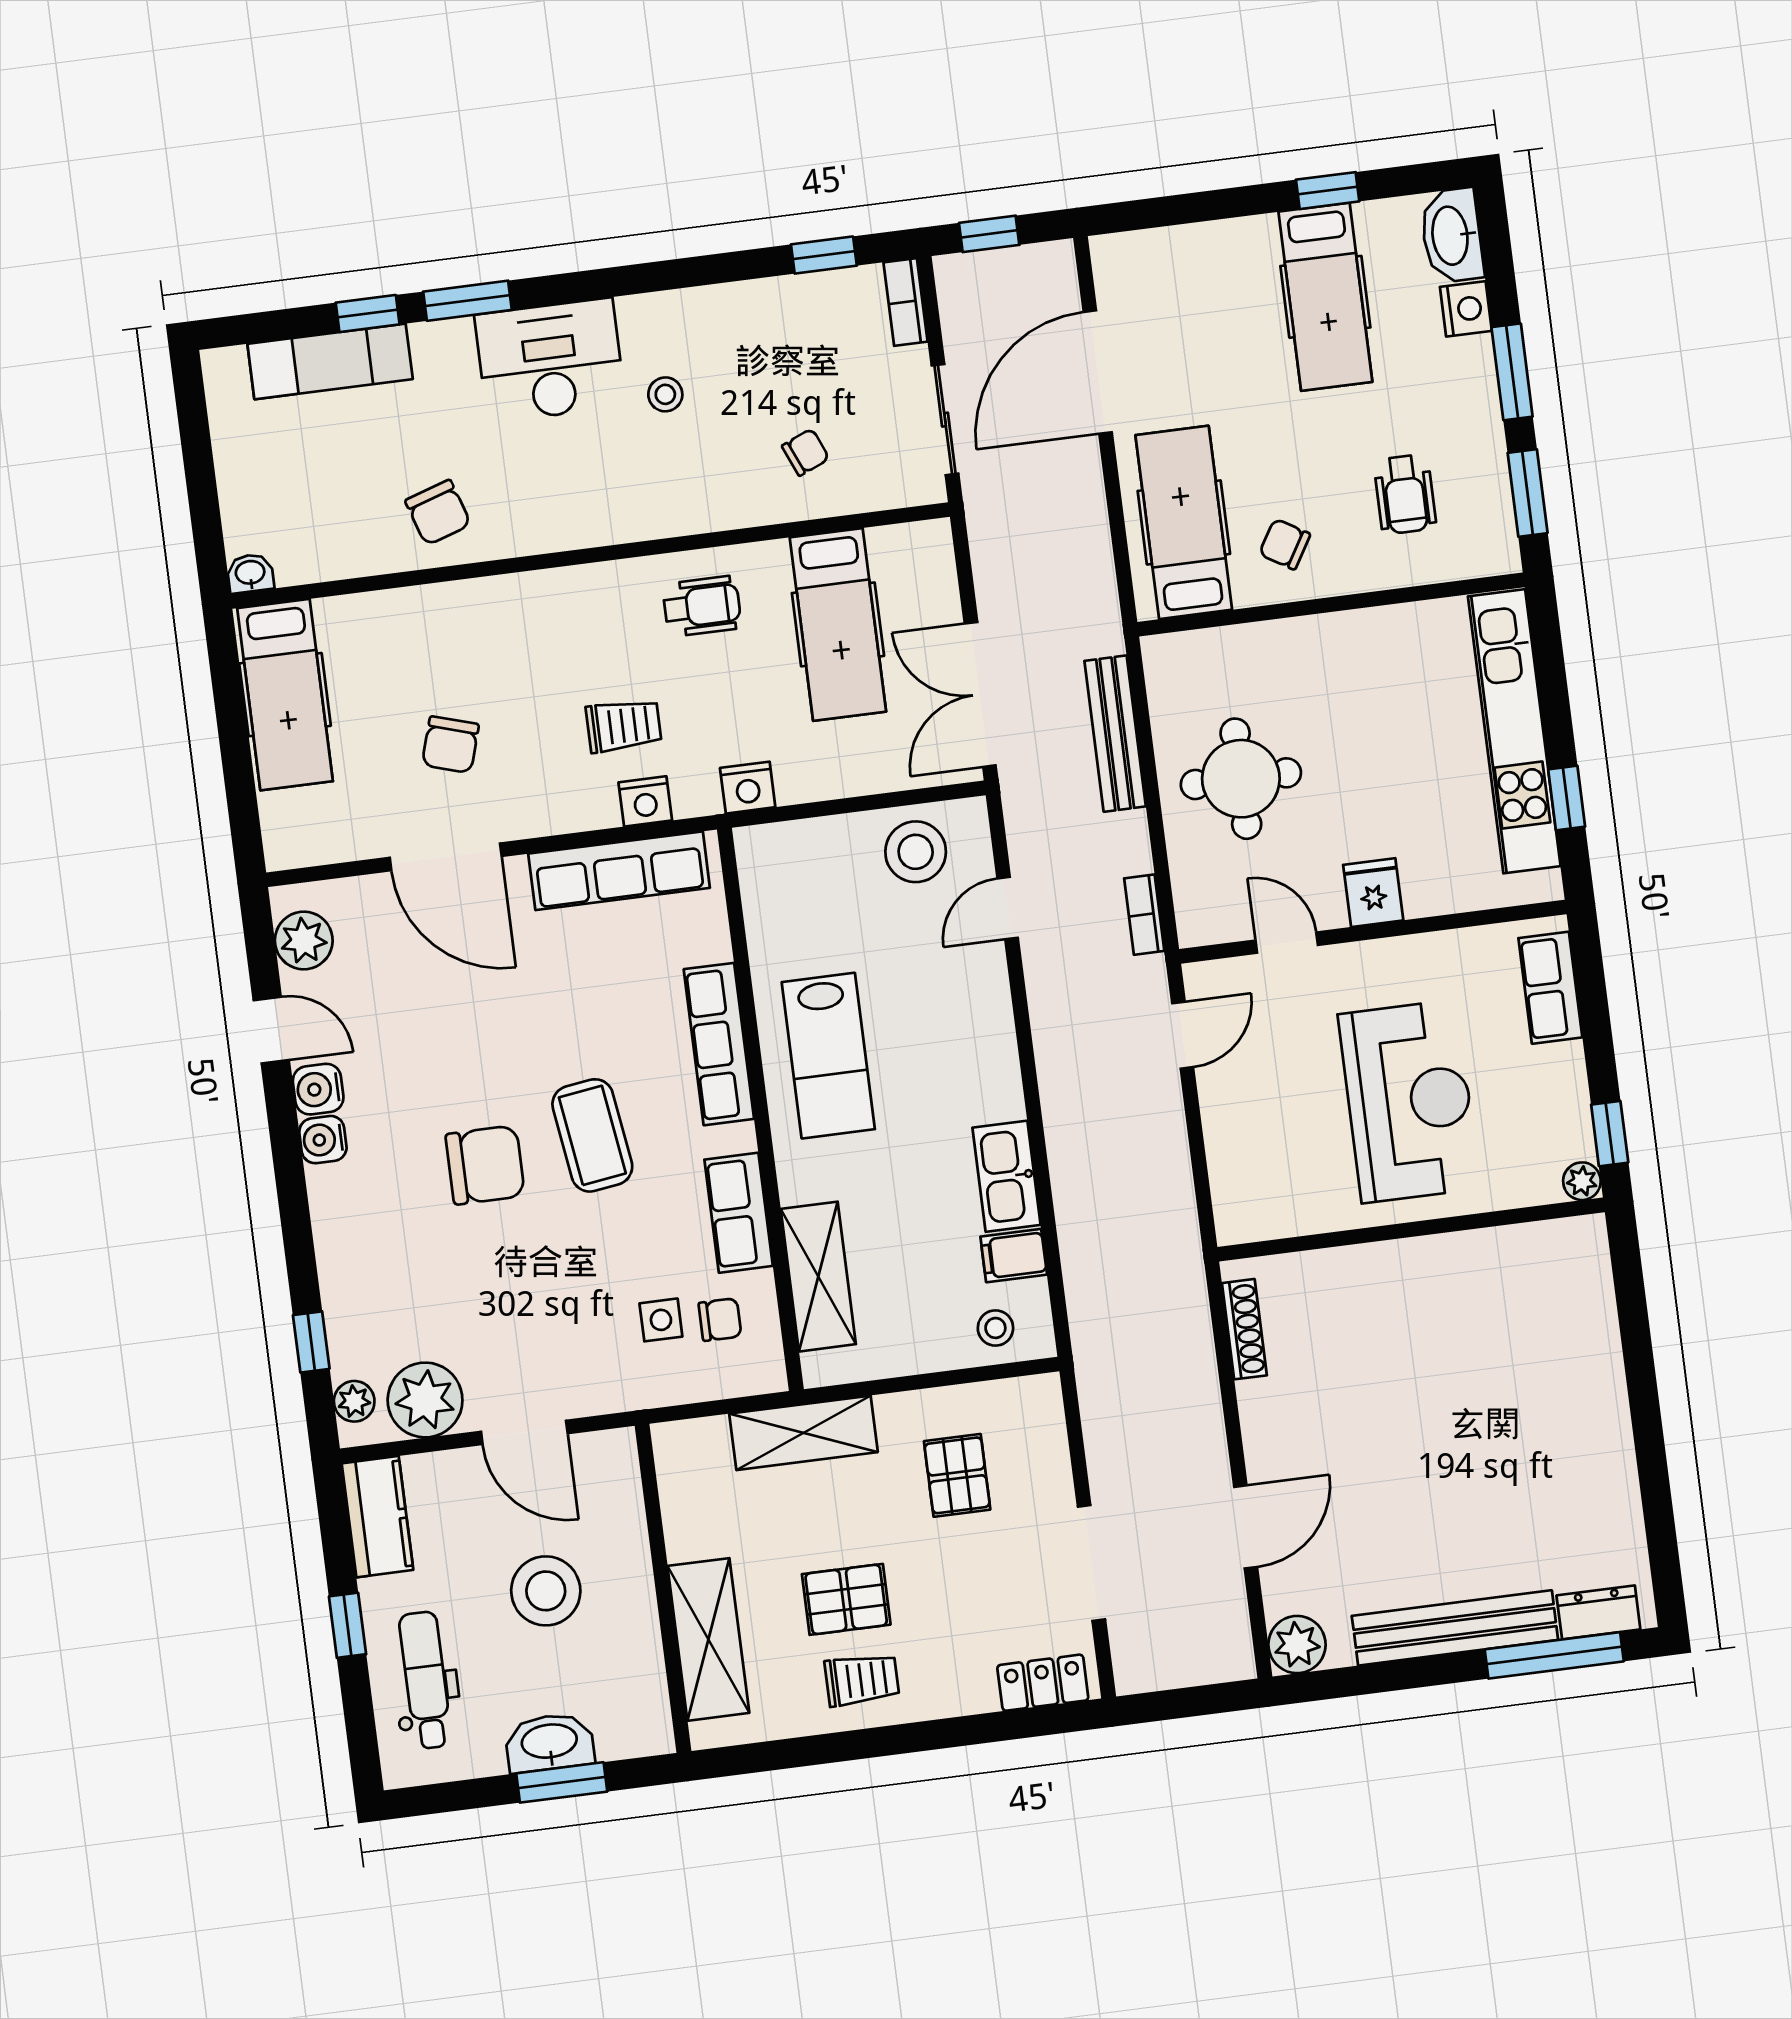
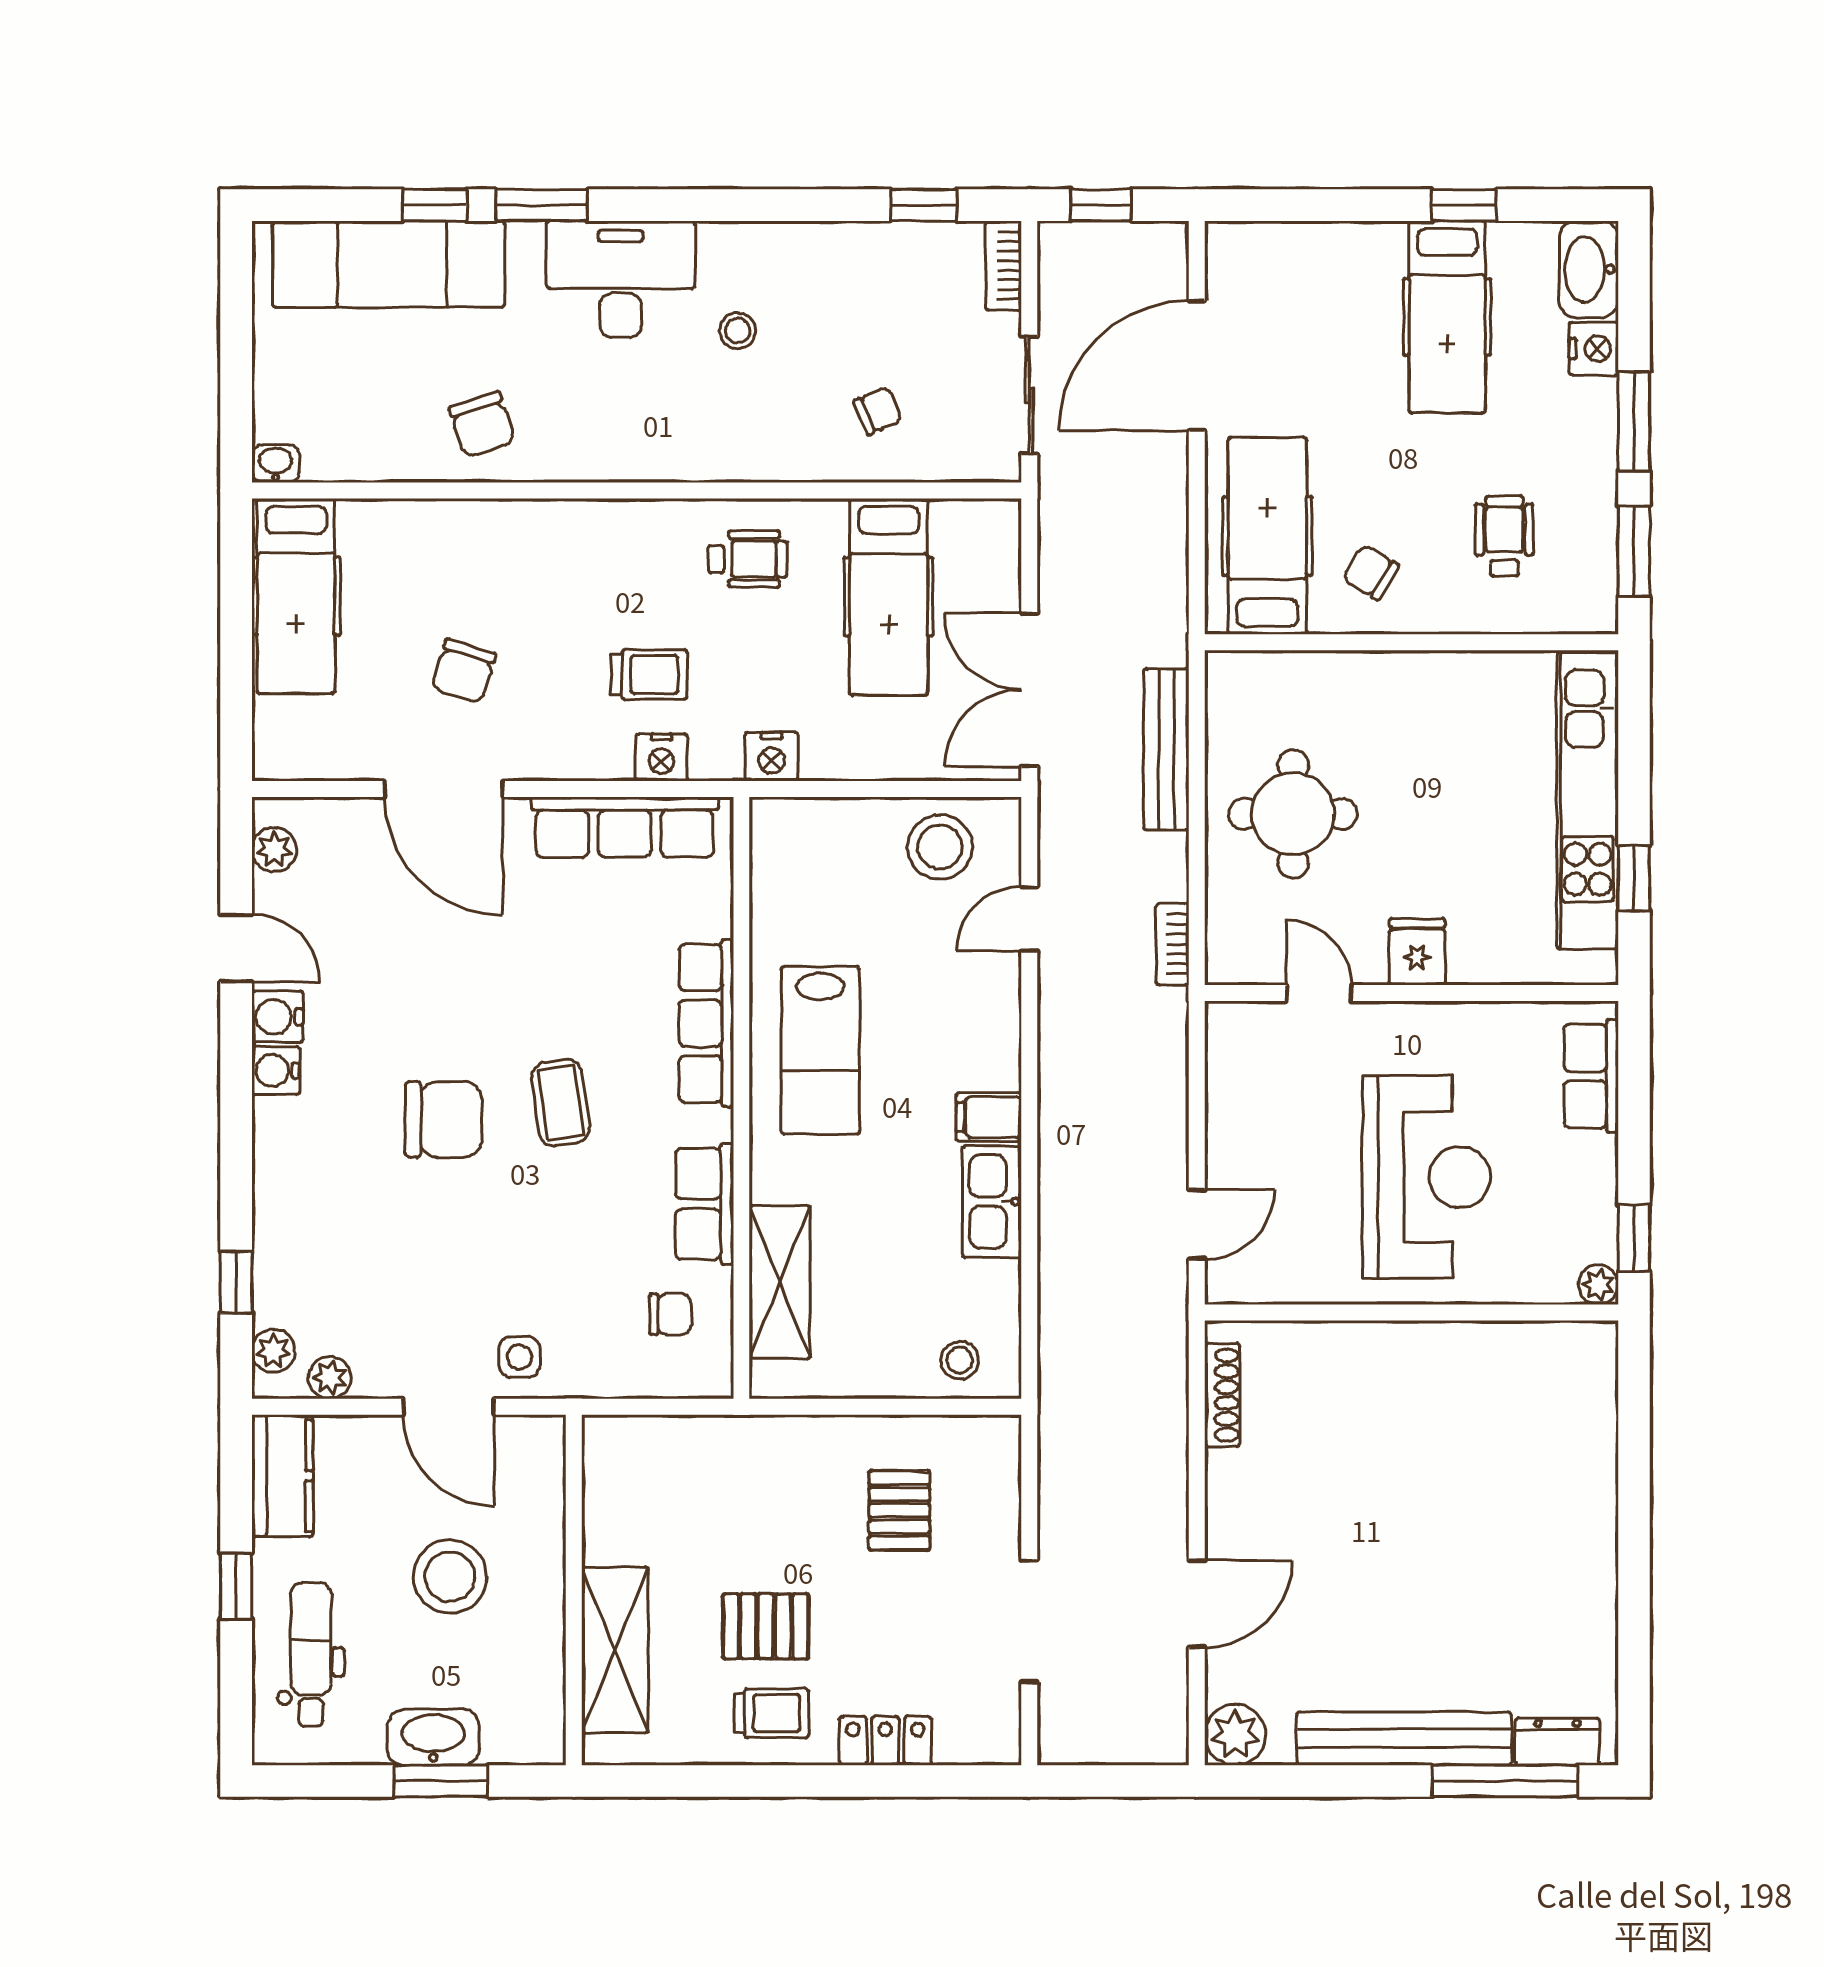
exam couch: (330, 361) -> (388, 264), width x1.36, depth x1.45
wheelchair: (1405, 494) -> (1504, 536), turned 180
plant: (304, 940) -> (274, 850), width x0.73, depth x0.73
door: (1183, 1035) -> (1197, 1224), moved
coffee table: (592, 1135) -> (561, 1103), width x0.73, depth x0.77
filing cabinet: (1014, 1256) -> (989, 1117), moved
side table: (661, 1320) -> (519, 1357), moved
plant: (425, 1400) -> (330, 1378), width x0.53, depth x0.53
shelving: (803, 1433) -> (743, 1445), removed
locker: (1043, 1683) -> (885, 1741), moved

